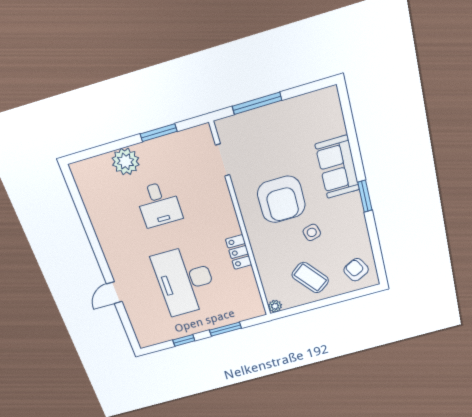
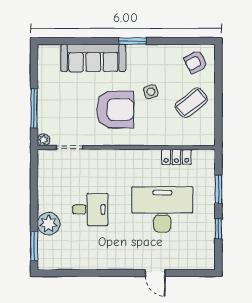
window: (159, 133) -> (34, 246), moved
sofa: (338, 167) -> (93, 58), width x1.36
locker: (239, 252) -> (176, 157), moved
desk: (185, 281) -> (162, 209), turned 180
plant: (275, 306) -> (43, 140), moved

